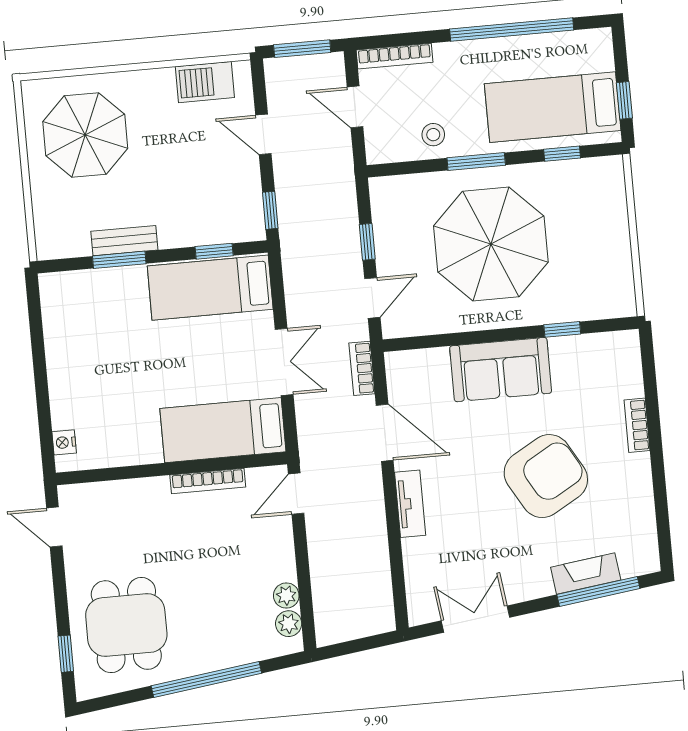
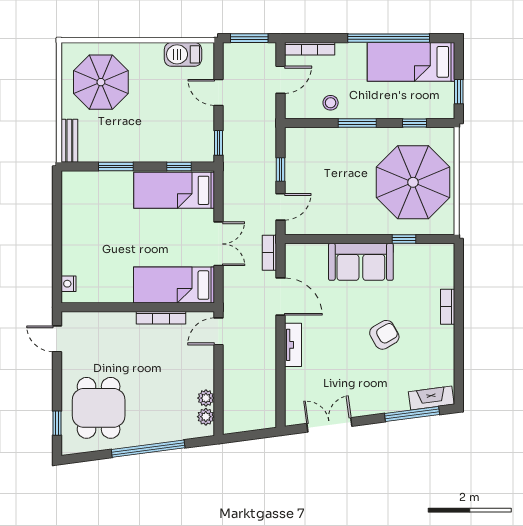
door: (355, 107) -> (281, 80), swing flipped
bed: (553, 107) -> (411, 62), moved
bench: (124, 241) -> (69, 141), moved, turned 90
parasol: (491, 244) -> (413, 182), moved
armchair: (546, 476) -> (384, 335), width x0.53, depth x0.53
fireplace: (586, 574) -> (431, 398), moved

